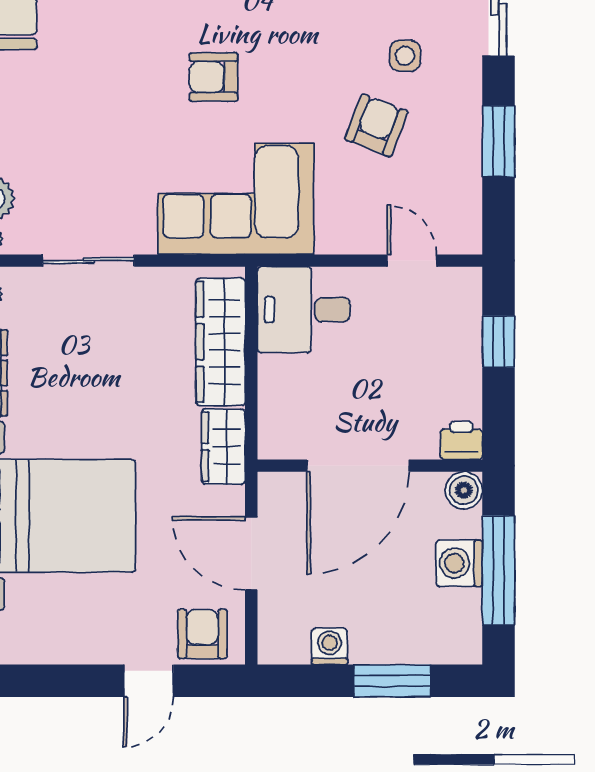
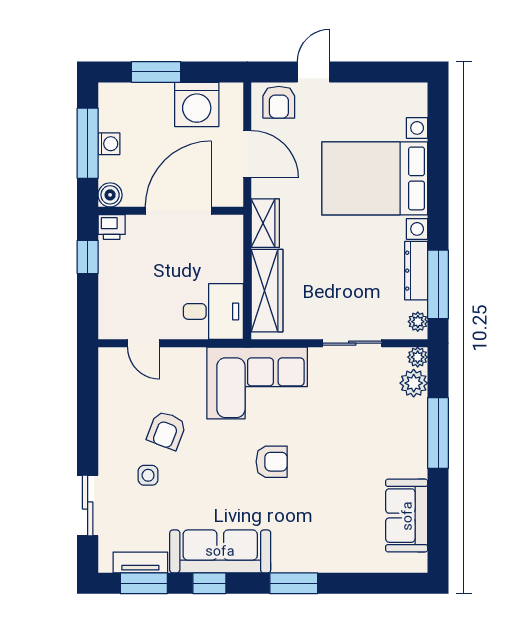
window: (499, 141) -> (88, 420), removed
window: (499, 342) -> (88, 257), moved
washing machine: (459, 563) -> (109, 144), width x0.73, depth x0.73
washing machine: (330, 646) -> (197, 104), width x1.89, depth x1.89

